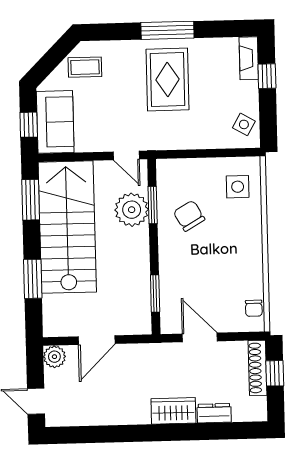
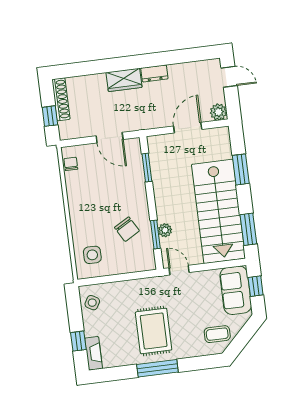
plant: (132, 210) -> (165, 230), width x0.53, depth x0.53
shoe rack: (257, 368) -> (61, 99), moved
dresser: (214, 413) -> (154, 73), moved

